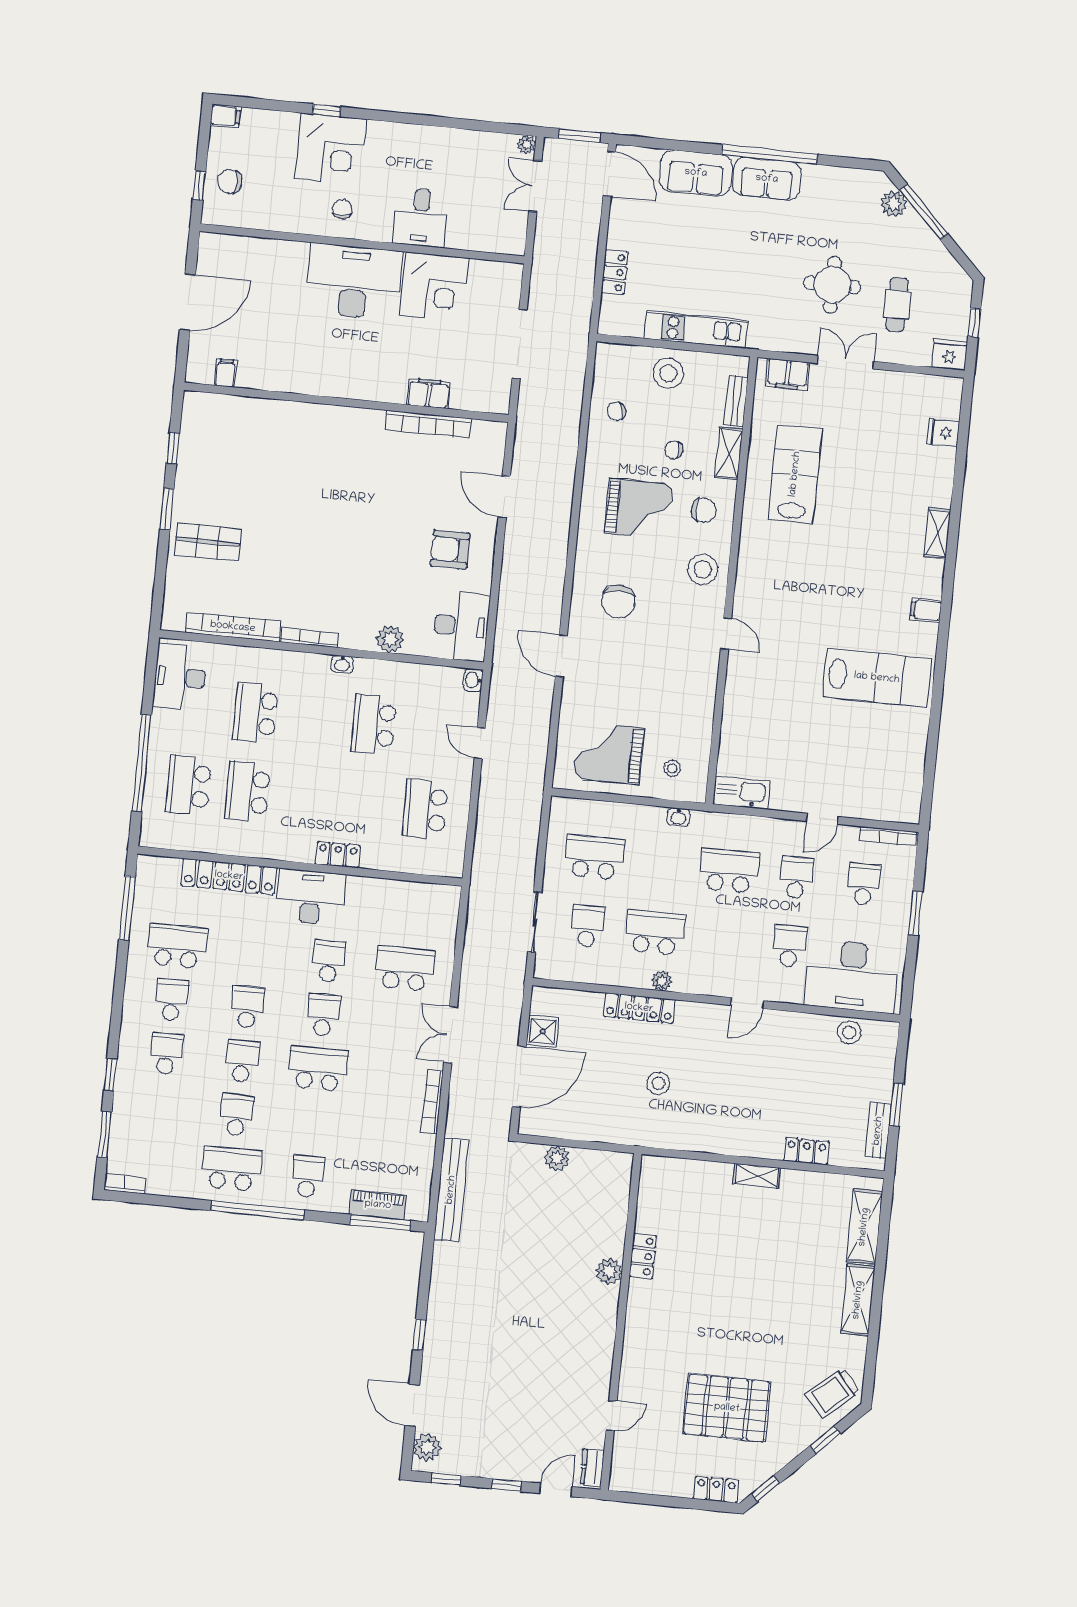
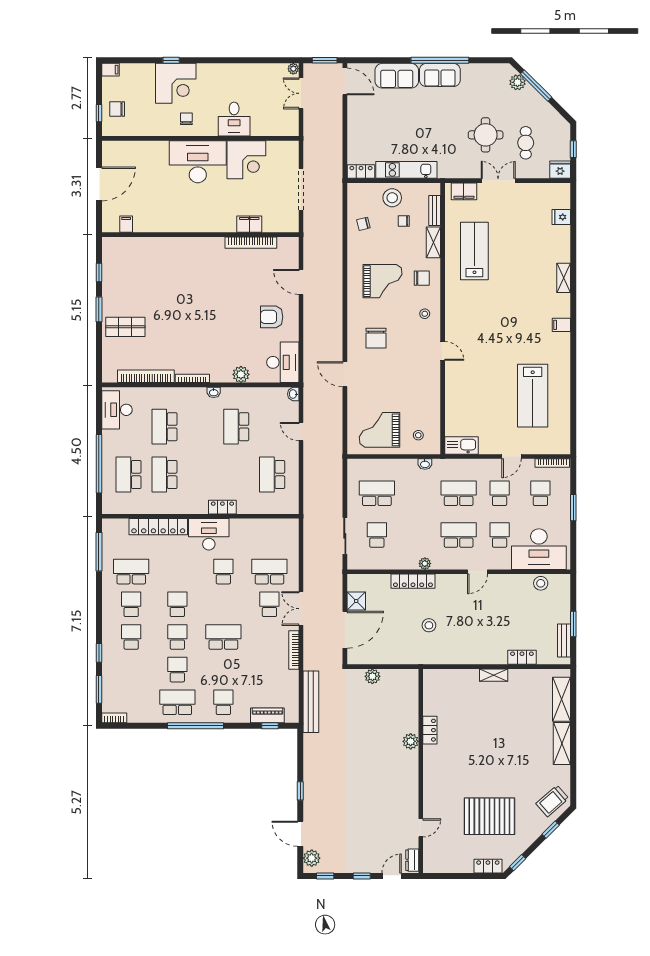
locker: (615, 272) -> (361, 172), moved, turned -90
chair: (674, 450) -> (404, 221), moved
stool: (703, 569) -> (425, 314), width x0.53, depth x0.53
lab bench: (877, 678) -> (533, 396), moved, turned 90
school desk: (655, 933) -> (459, 535), moved
school desk: (323, 1015) -> (269, 604), moved
window: (380, 1222) -> (270, 726), width x0.46

